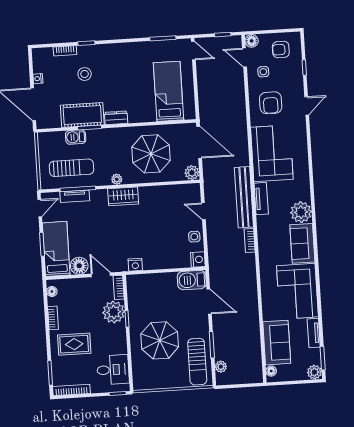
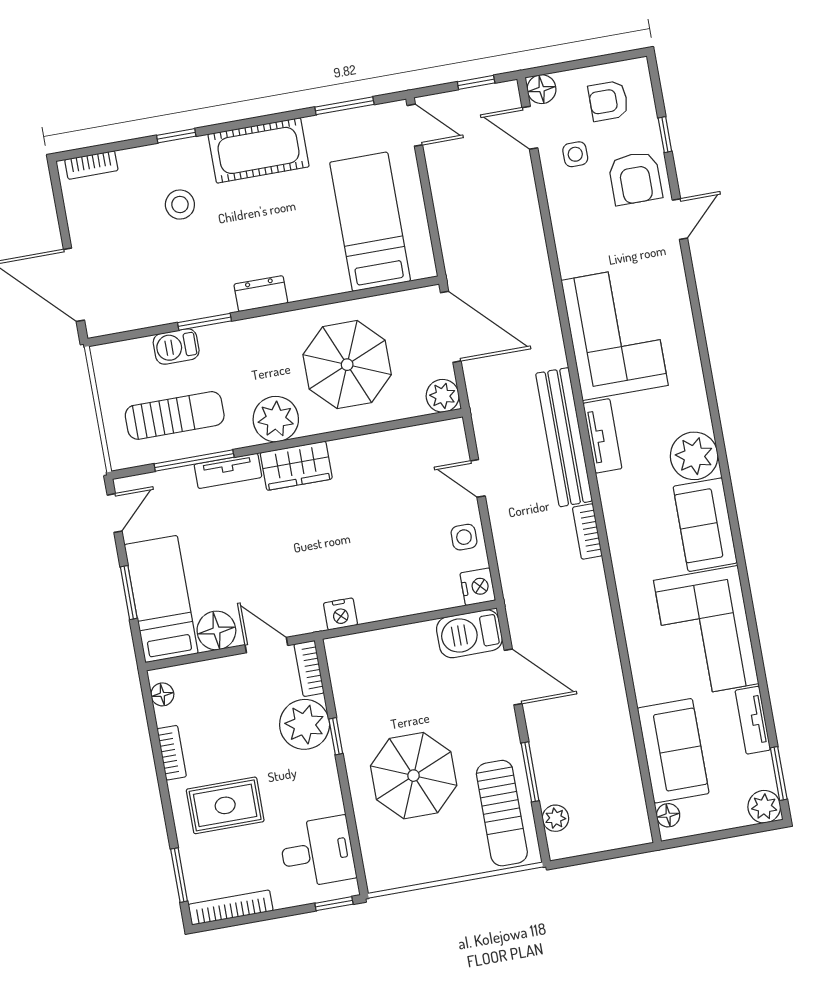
bookcase: (65, 51) -> (91, 165), moved
nightstand: (38, 79) -> (78, 227), removed
armchair: (271, 103) -> (635, 178), moved
cot: (82, 115) -> (259, 150), moved
plant: (117, 179) -> (276, 419), width x1.88, depth x1.88
tv unit: (75, 196) -> (228, 471), moved

